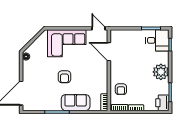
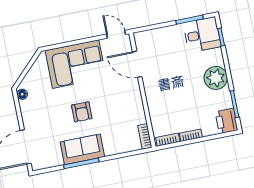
armchair: (121, 89) -> (164, 113), removed
sofa: (76, 103) -> (82, 149), moved

